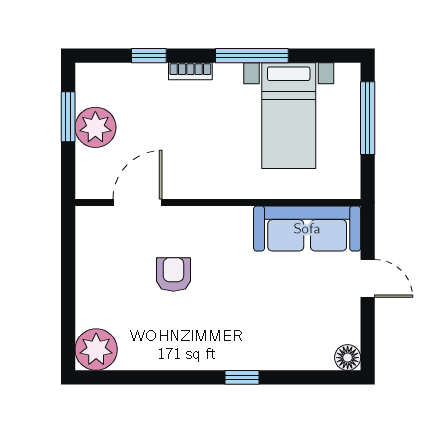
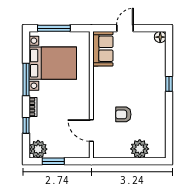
bed with nightstands: (289, 116) -> (53, 63), width x1.36
plant: (95, 127) -> (38, 149), moved
sofa: (307, 229) -> (103, 49), width x0.73
plant: (96, 349) -> (140, 149), moved

